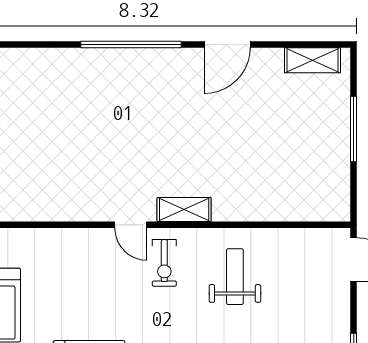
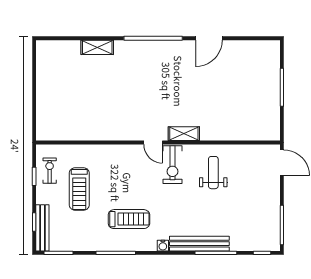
shelving: (313, 60) -> (97, 47), moved
exercise bike: (164, 263) -> (172, 165), width x1.38, depth x1.39

